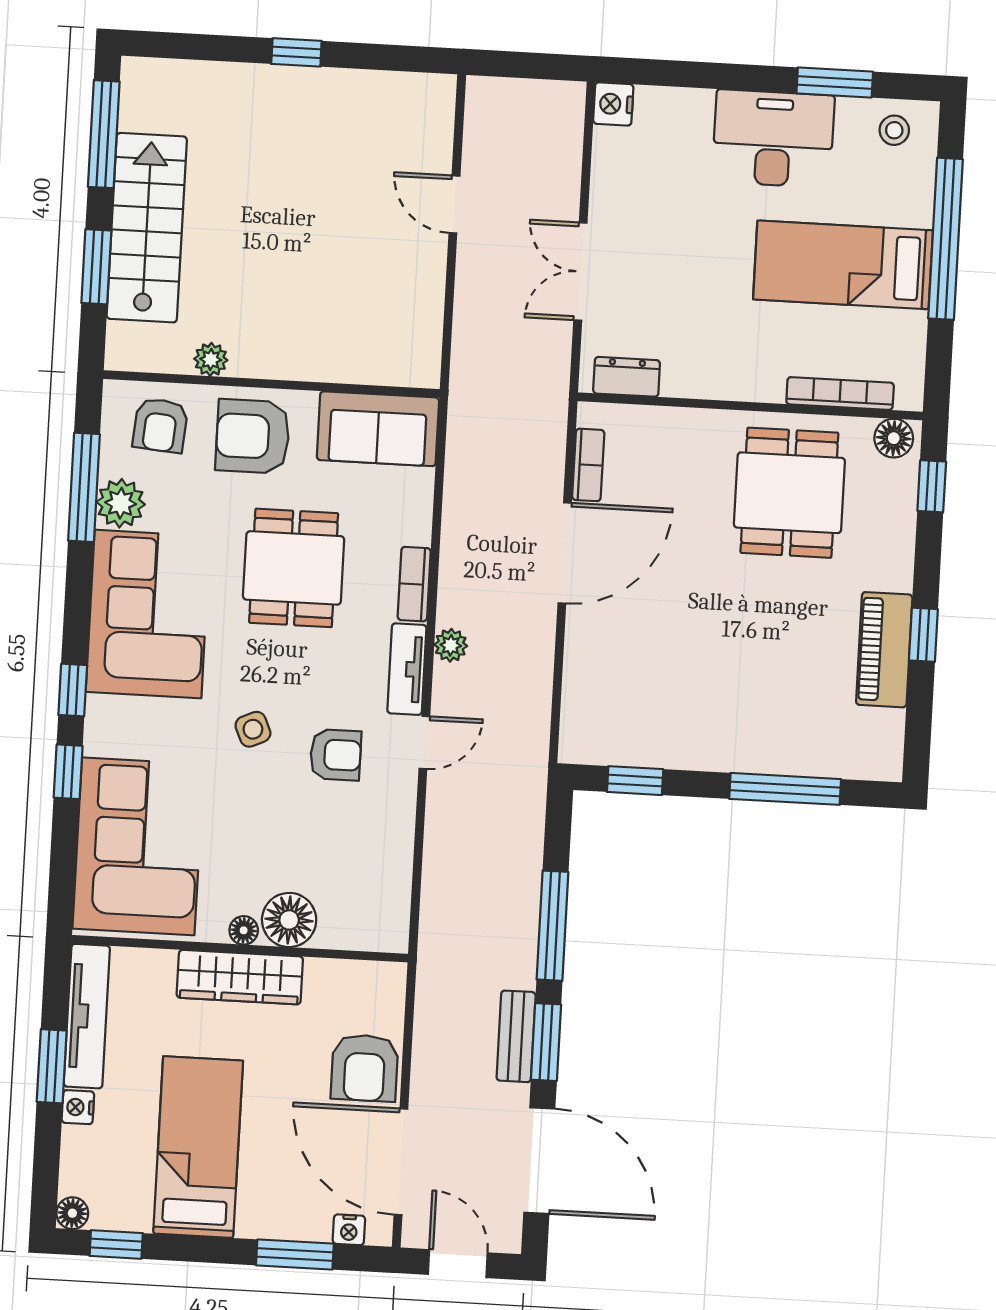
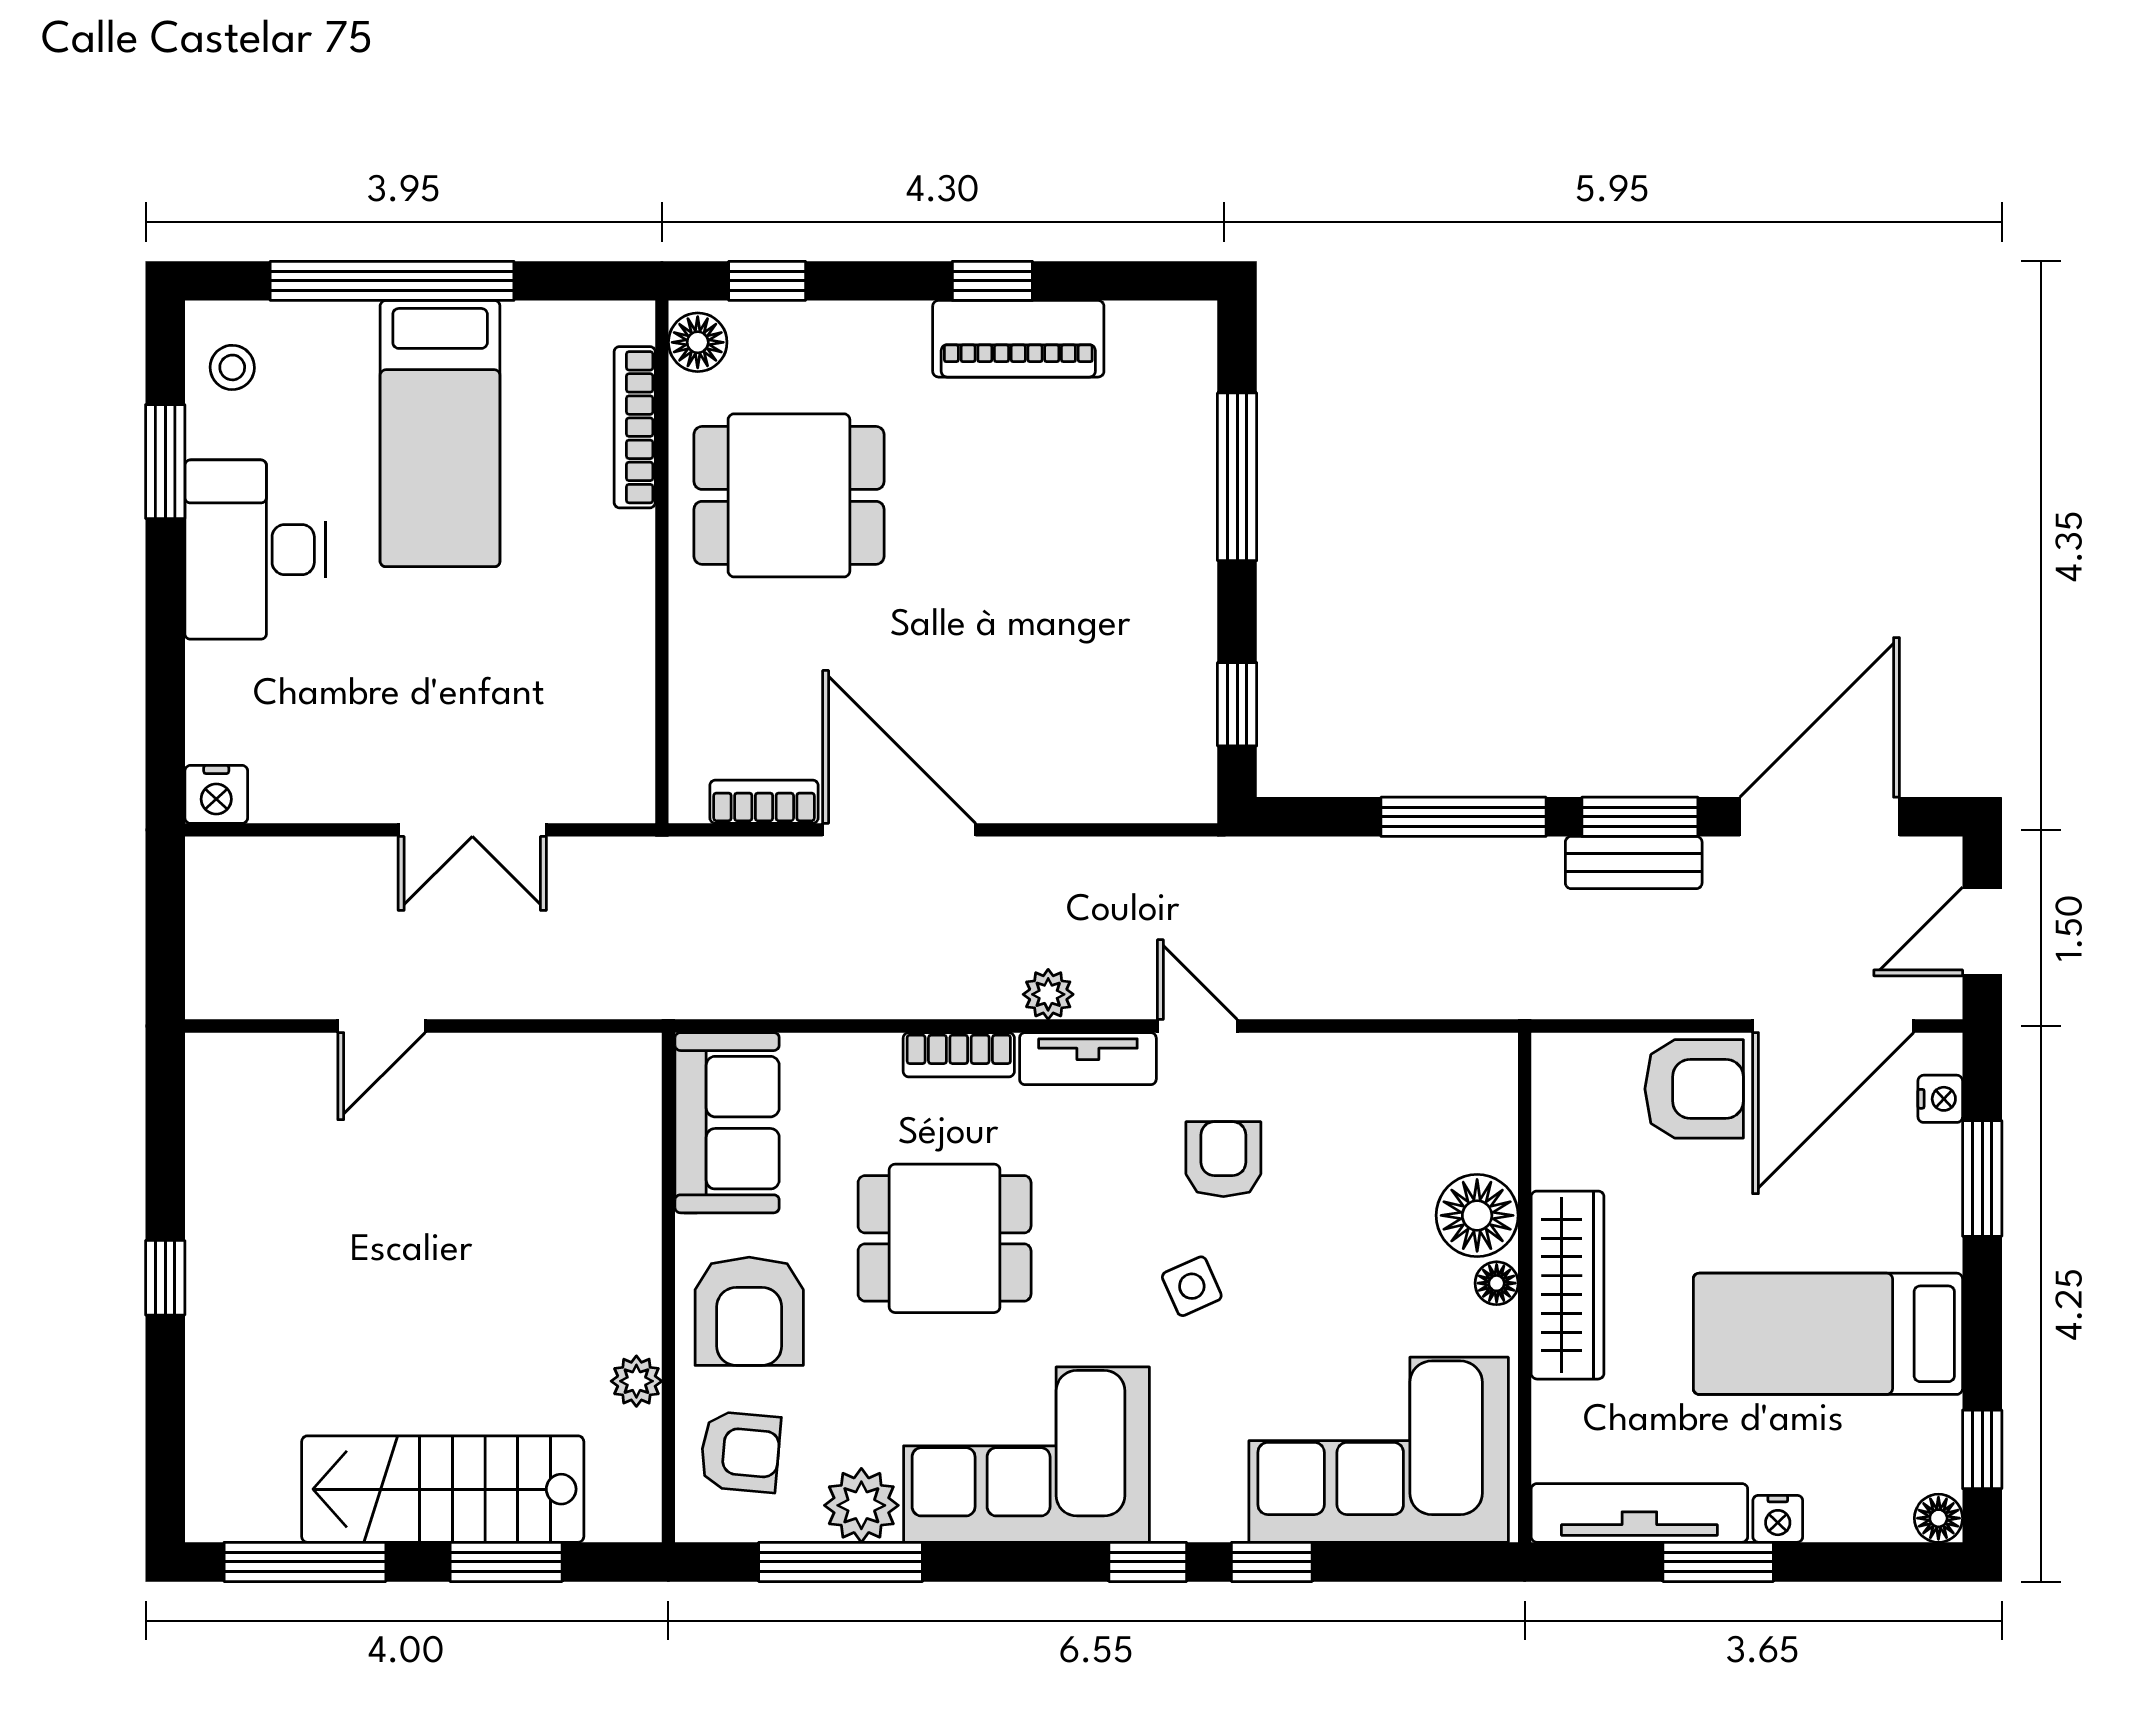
dresser: (627, 377) -> (628, 751), removed

